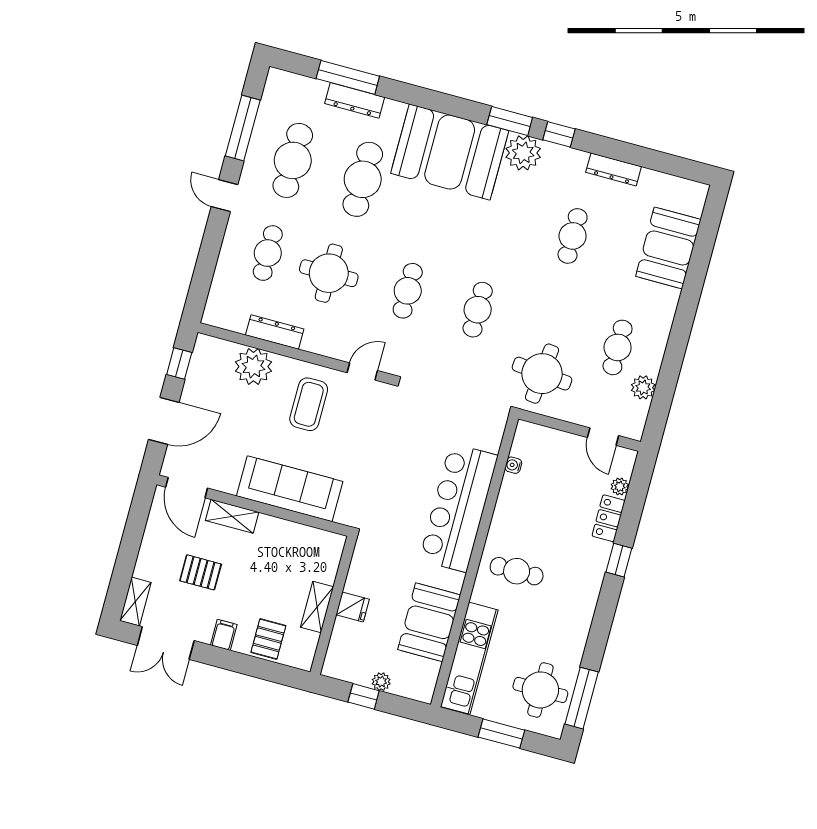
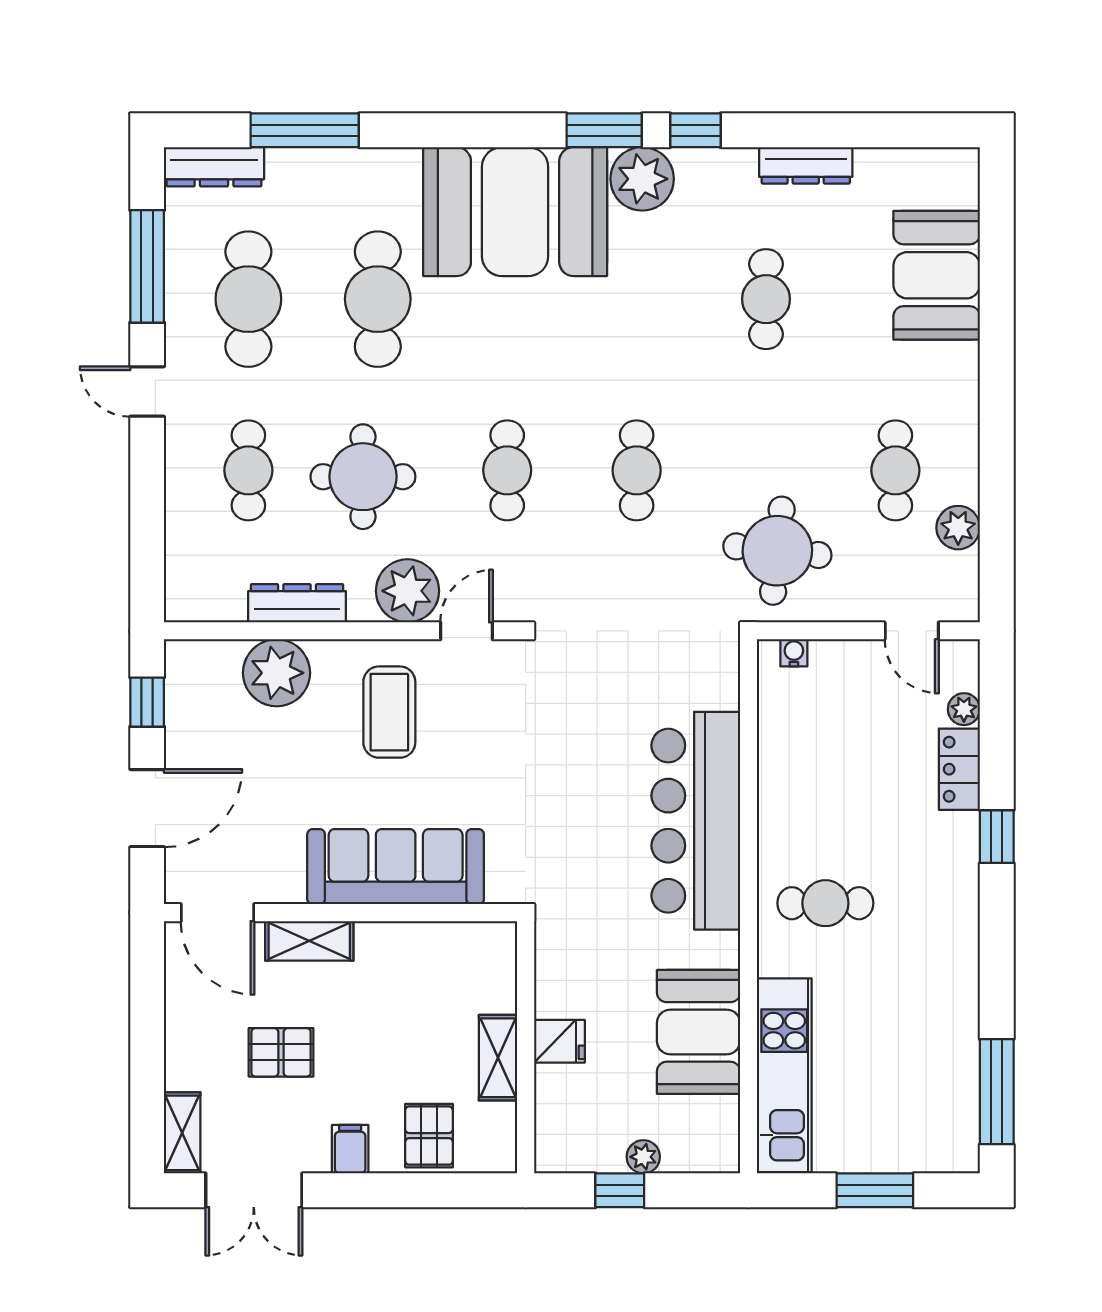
dresser: (355, 100) -> (214, 167), moved
plant: (336, 341) -> (407, 591), added
water cooler: (513, 465) -> (794, 653), moved, turned 90
round table: (540, 690) -> (922, 1097), removed

